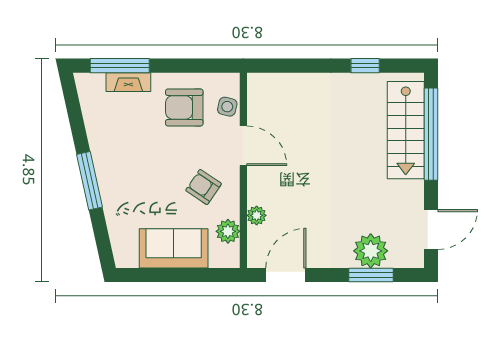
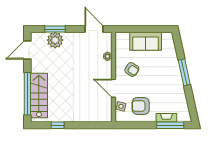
armchair: (184, 107) -> (141, 106), turned 180
plant: (228, 231) -> (121, 49), removed
door: (286, 275) -> (94, 29), swing flipped

